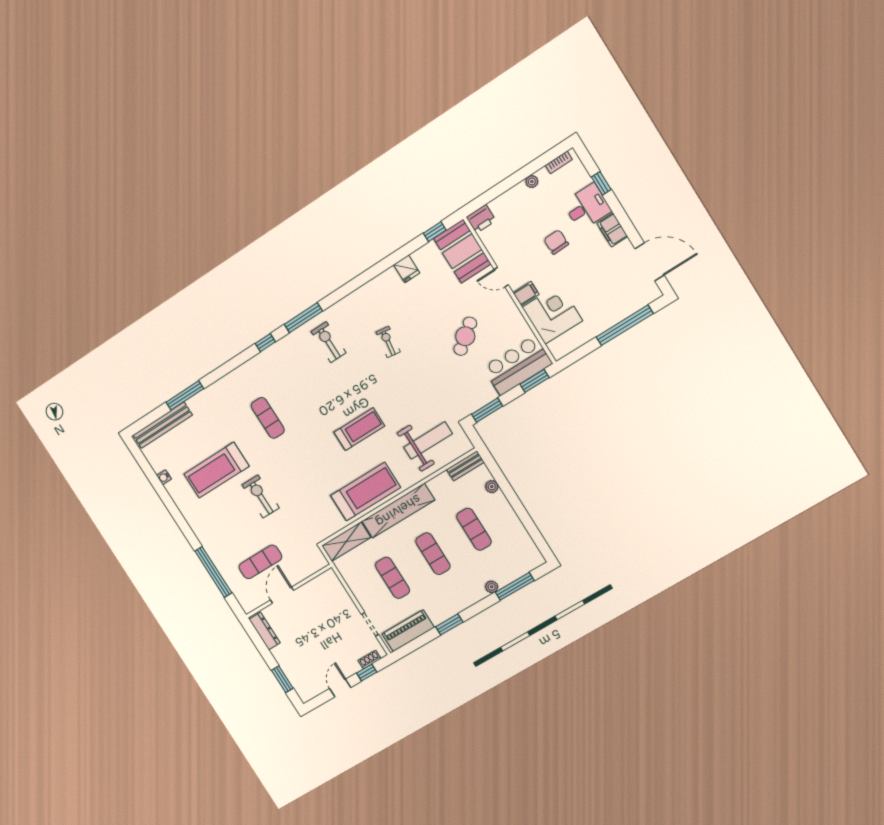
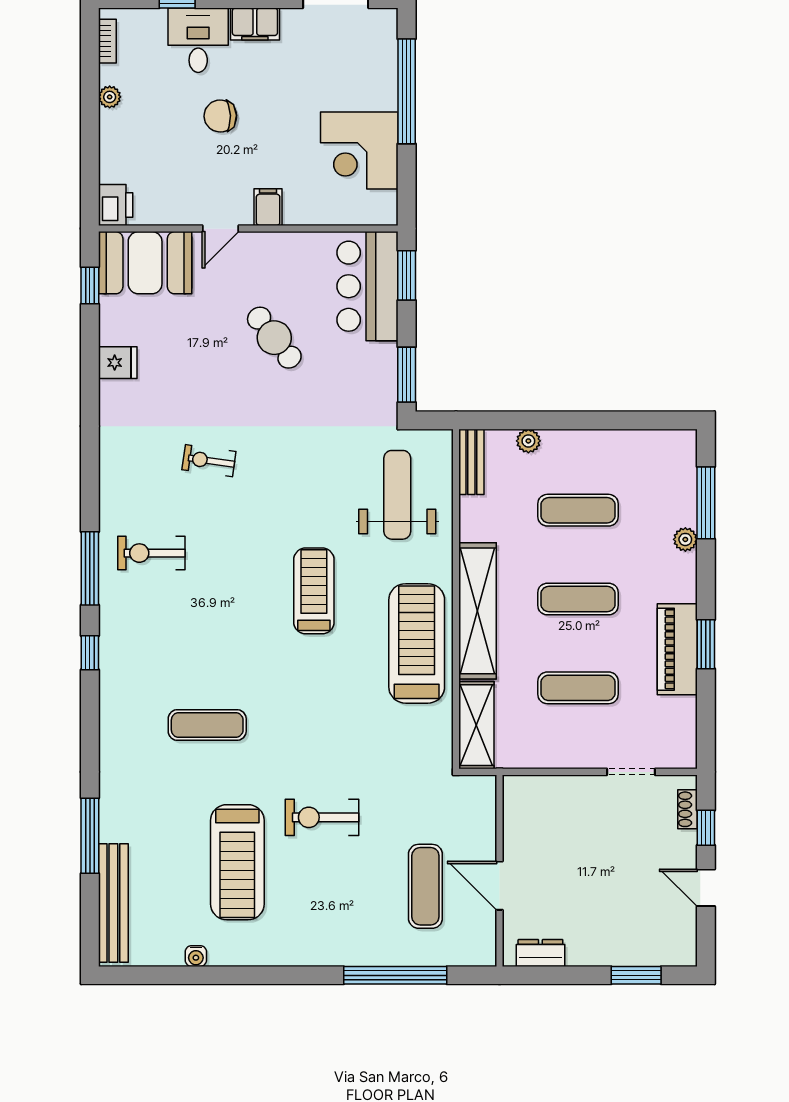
corner desk: (552, 314) -> (359, 151), moved, turned -90
dresser: (265, 631) -> (540, 953), width x0.70
piano: (408, 631) -> (677, 649), moved

